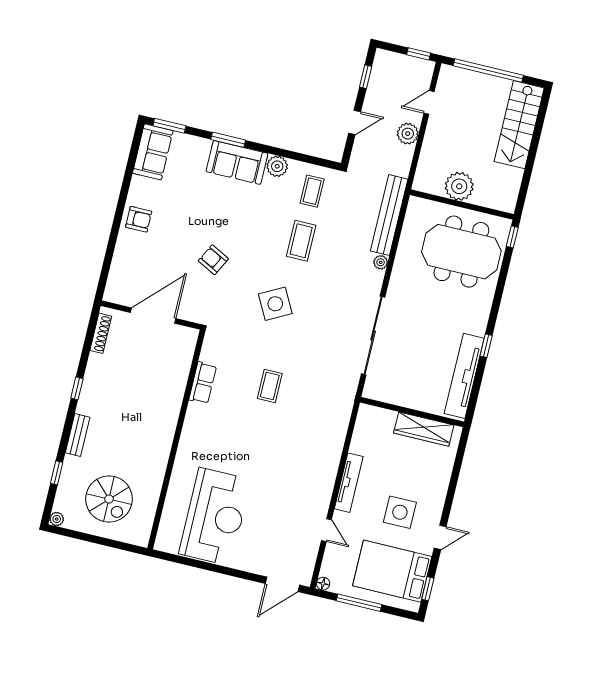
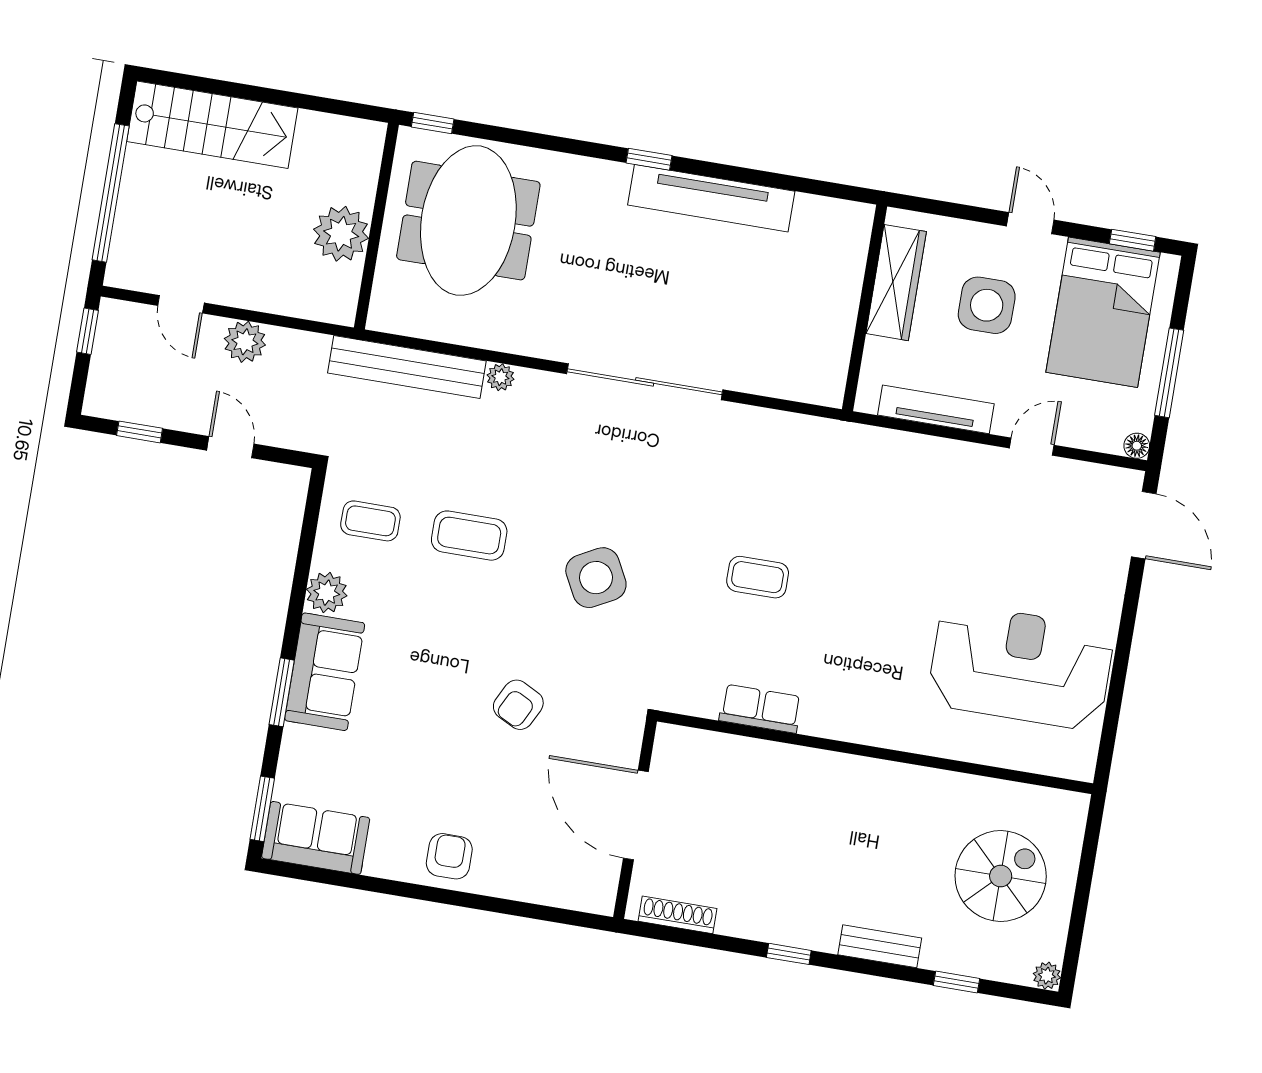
wall: (412, 412) -> (865, 308), moved
wardrobe: (424, 429) -> (896, 283), moved

